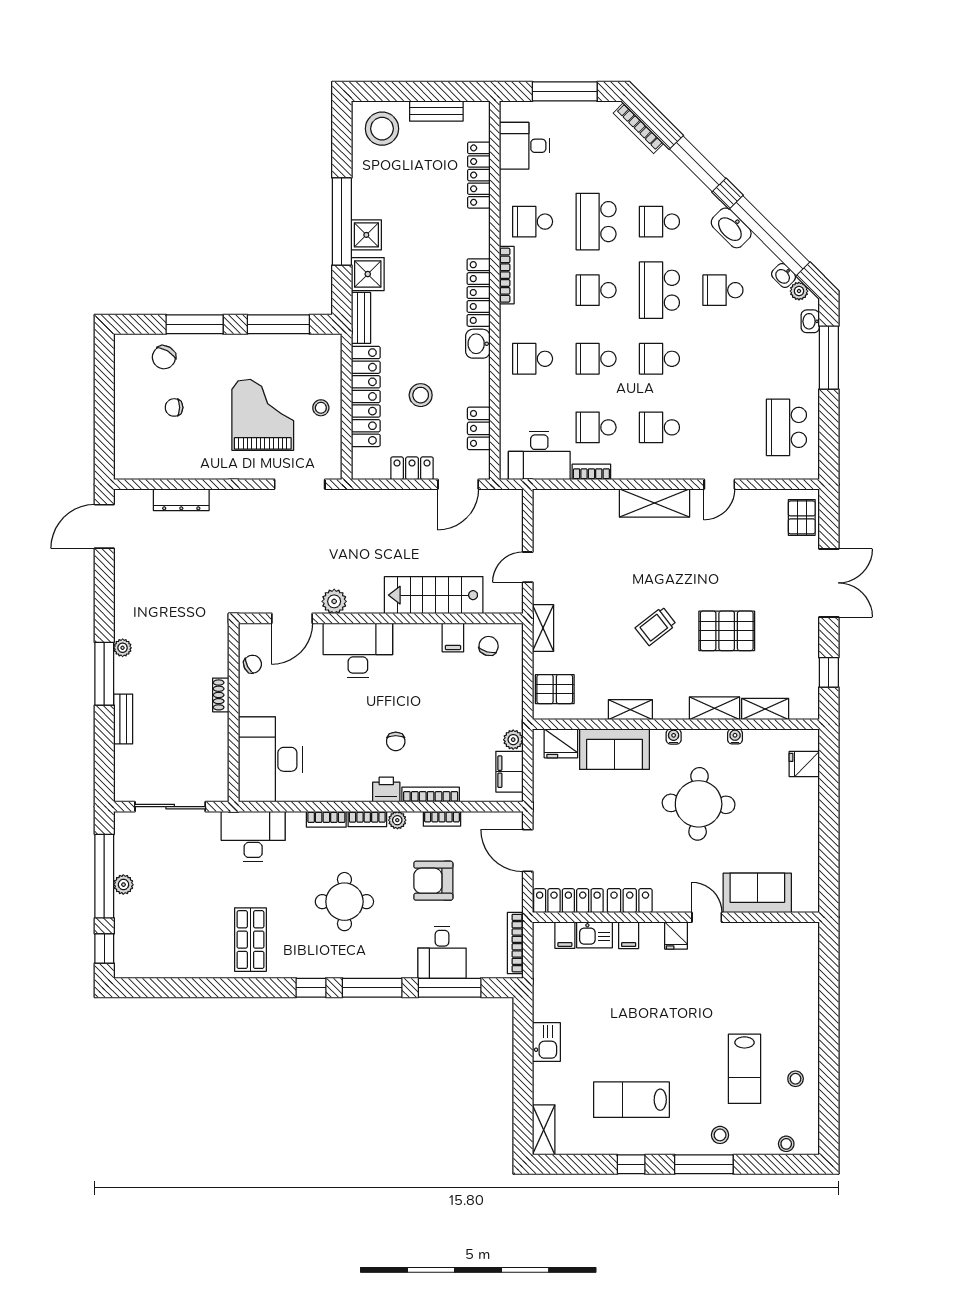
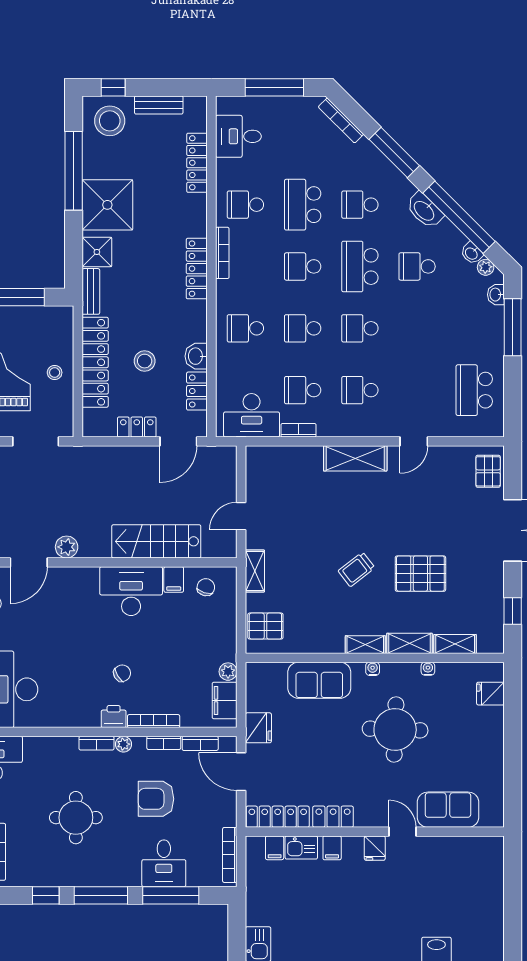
window: (386, 91) -> (113, 87), added
window: (342, 222) -> (74, 171), moved
shower: (366, 235) -> (107, 205), width x1.86, depth x1.86
washbasin: (478, 344) -> (196, 356), moved
desk: (358, 650) -> (131, 591), moved
shelving: (630, 710) -> (365, 645), moved
chair: (396, 741) -> (122, 673), turned -121
fridge: (561, 743) -> (258, 728), moved, turned -90
bookcase: (326, 819) -> (200, 743), moved

